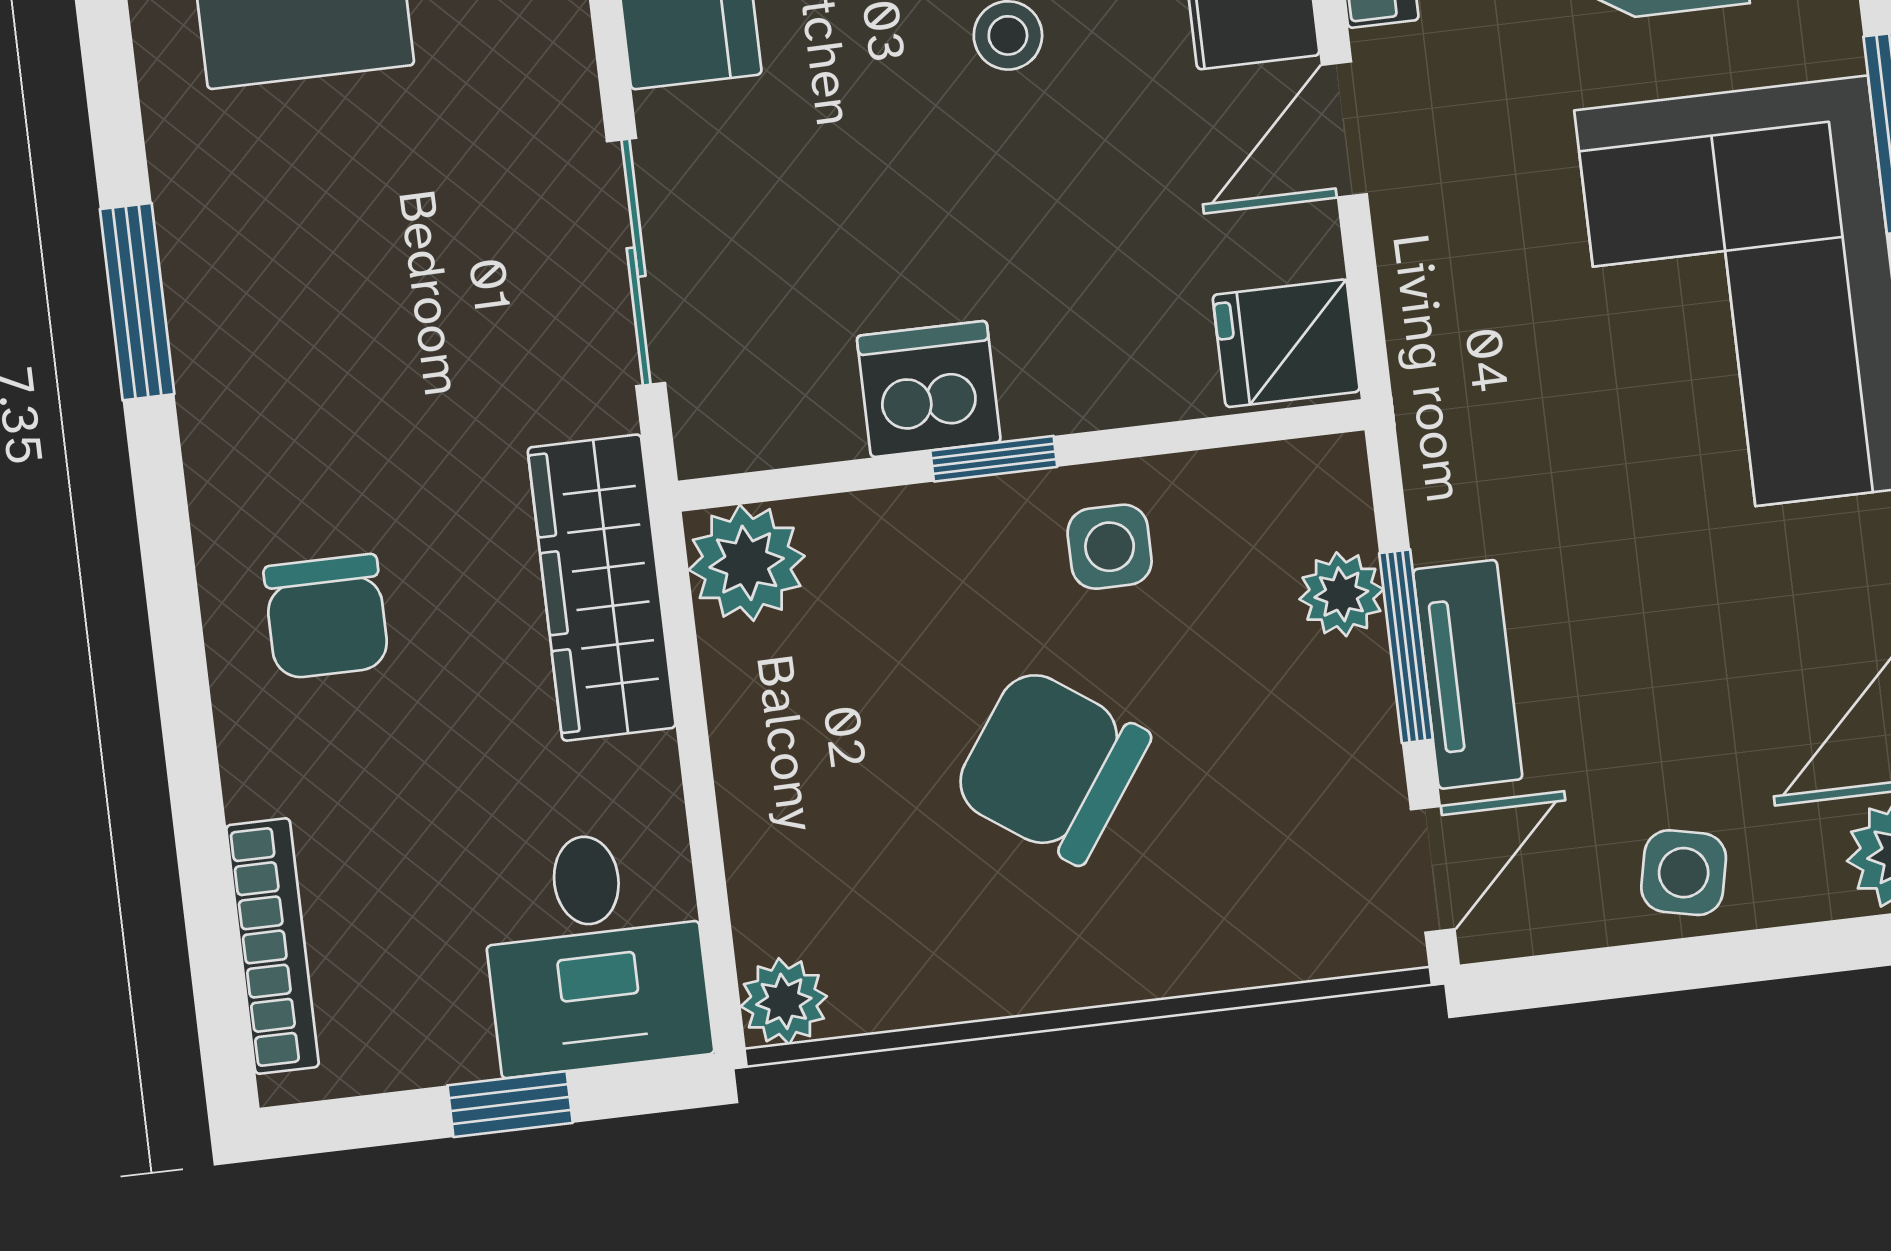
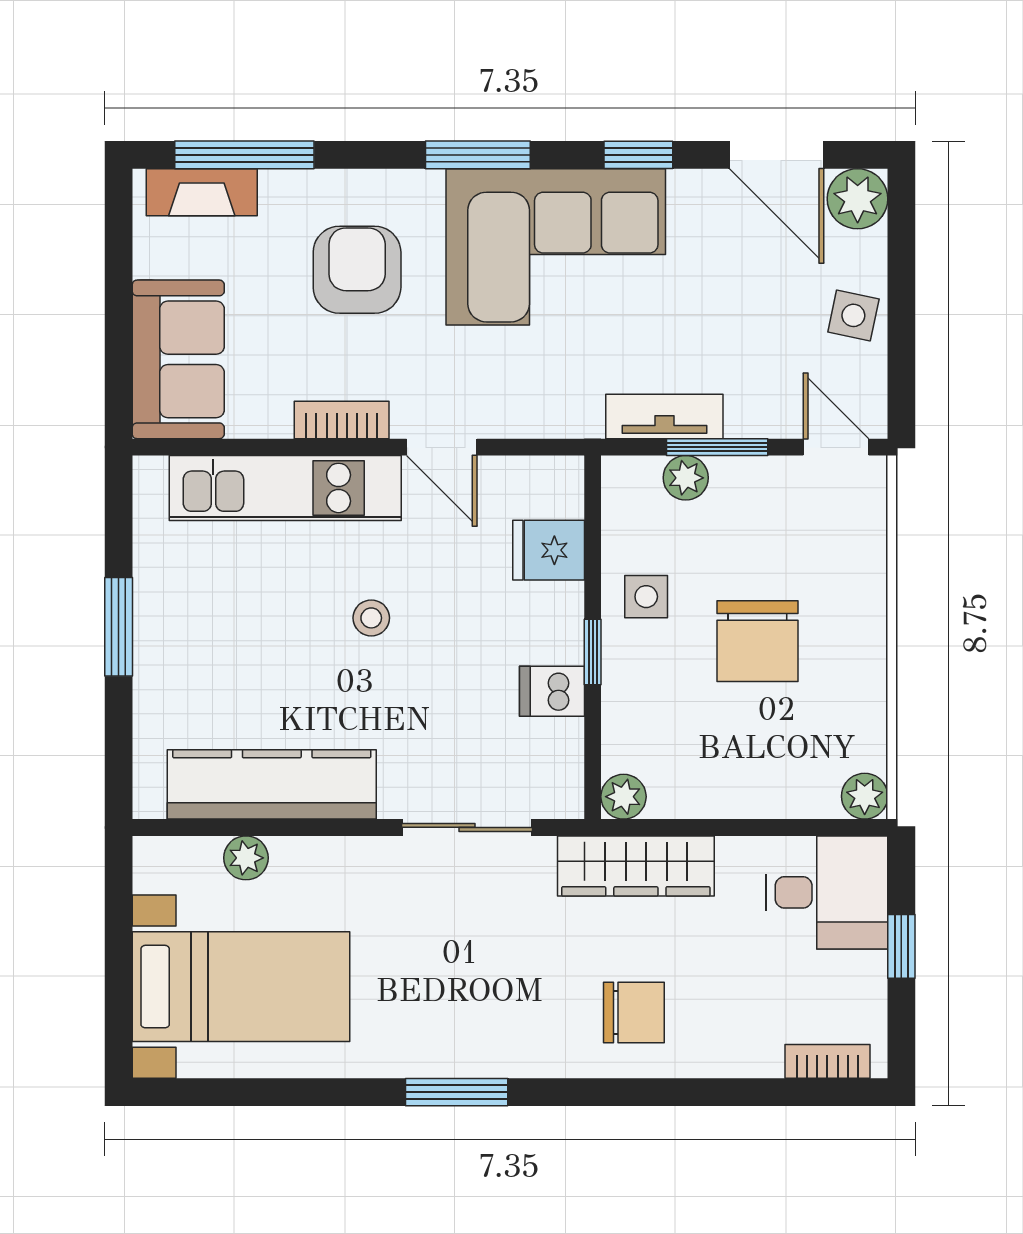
fridge: (1286, 343) -> (549, 550), moved, turned 90
dishwasher: (929, 389) -> (552, 691), width x0.73
plant: (747, 563) -> (623, 797), width x0.73, depth x0.73
tv unit: (1468, 674) -> (664, 416), moved
chair: (1051, 766) -> (758, 641), turned -35
bookcase: (272, 946) -> (827, 1061), width x0.64

